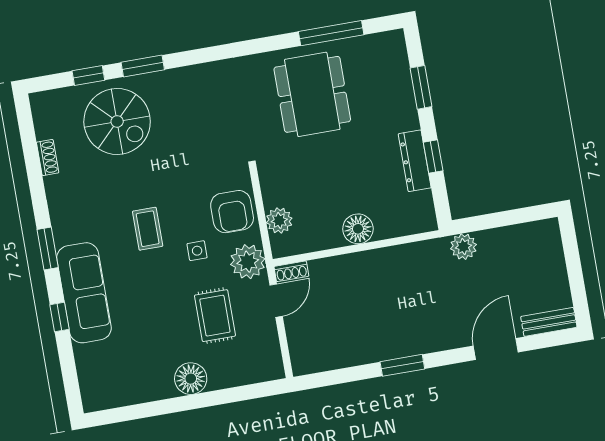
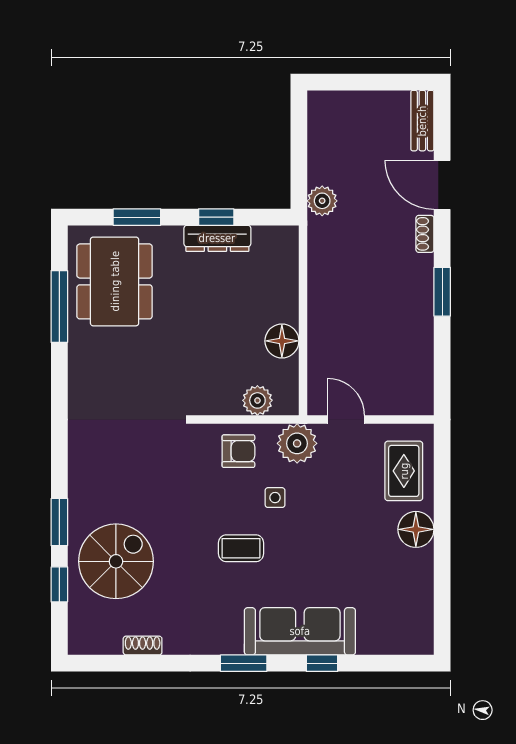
dining table: (312, 94) -> (115, 281), moved, turned 90
armchair: (232, 212) -> (238, 451), width x0.72, depth x0.72
floor lamp: (358, 229) -> (282, 341), moved
shoe rack: (291, 271) -> (425, 234), moved, turned 180
rug: (215, 316) -> (404, 471), moved, turned 90

